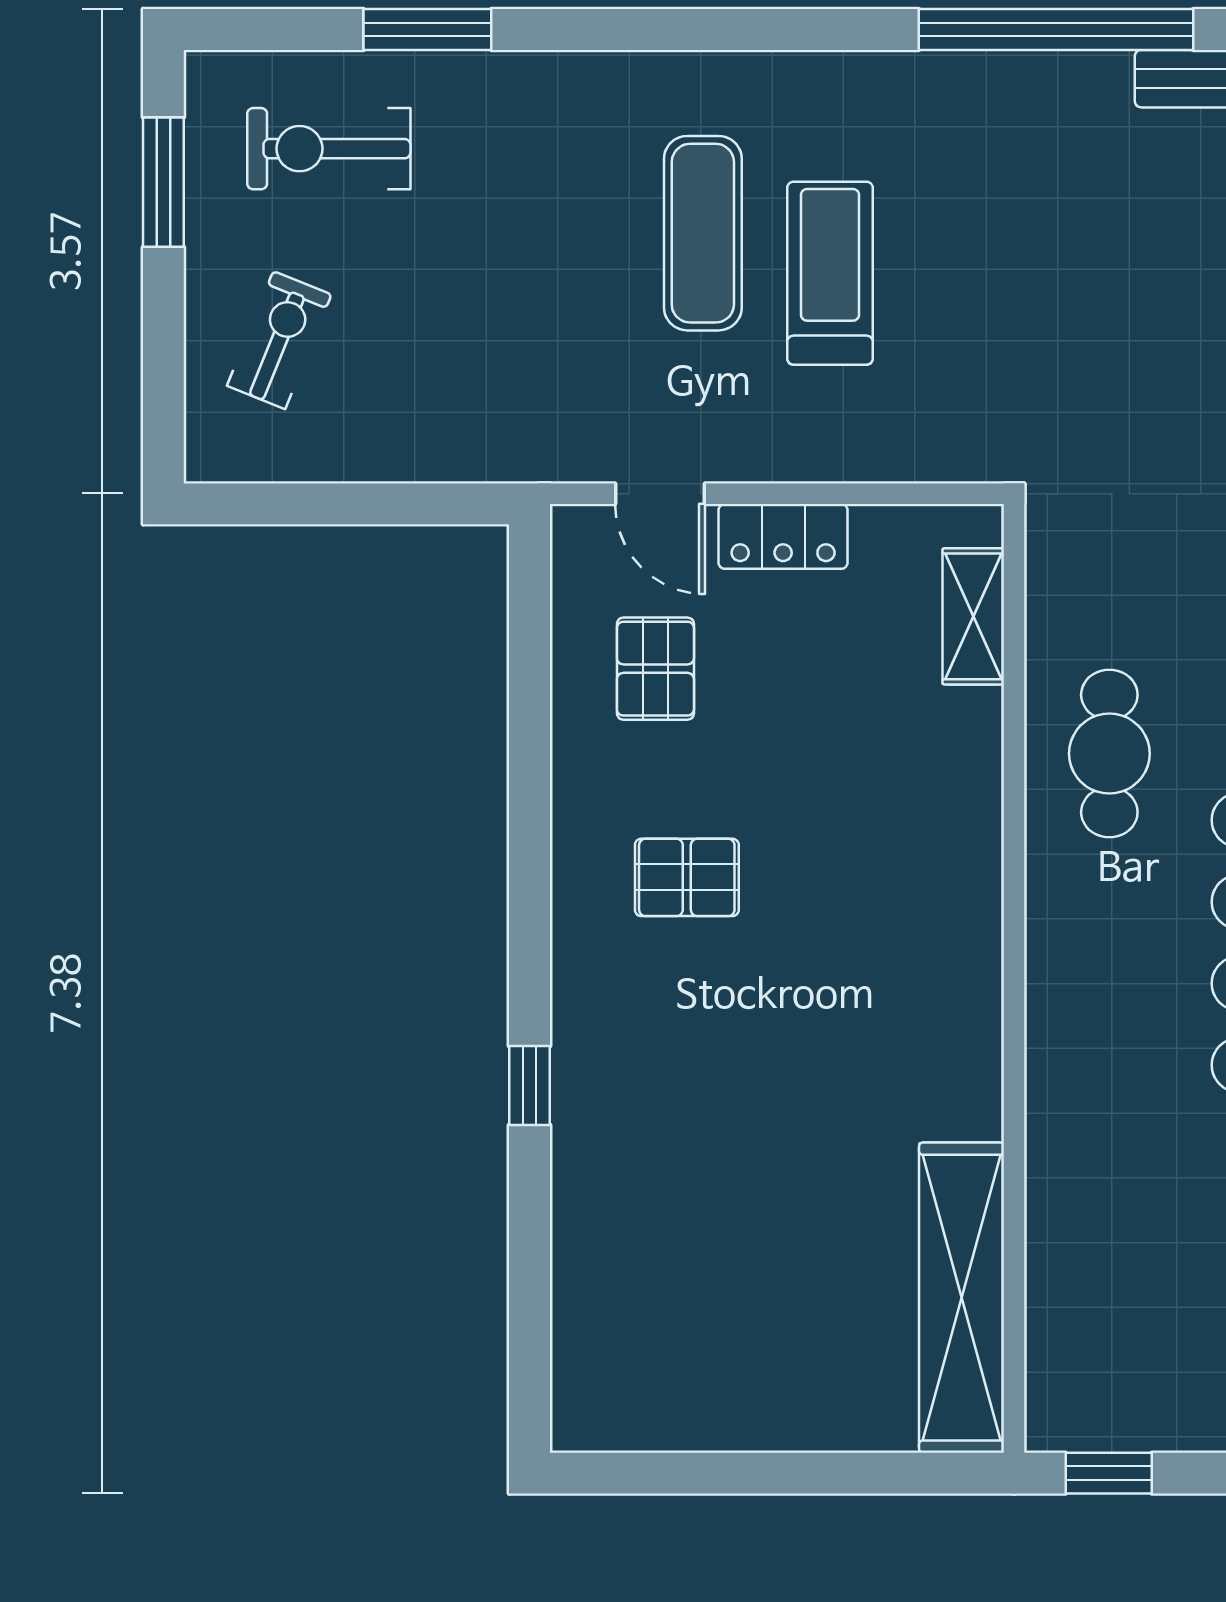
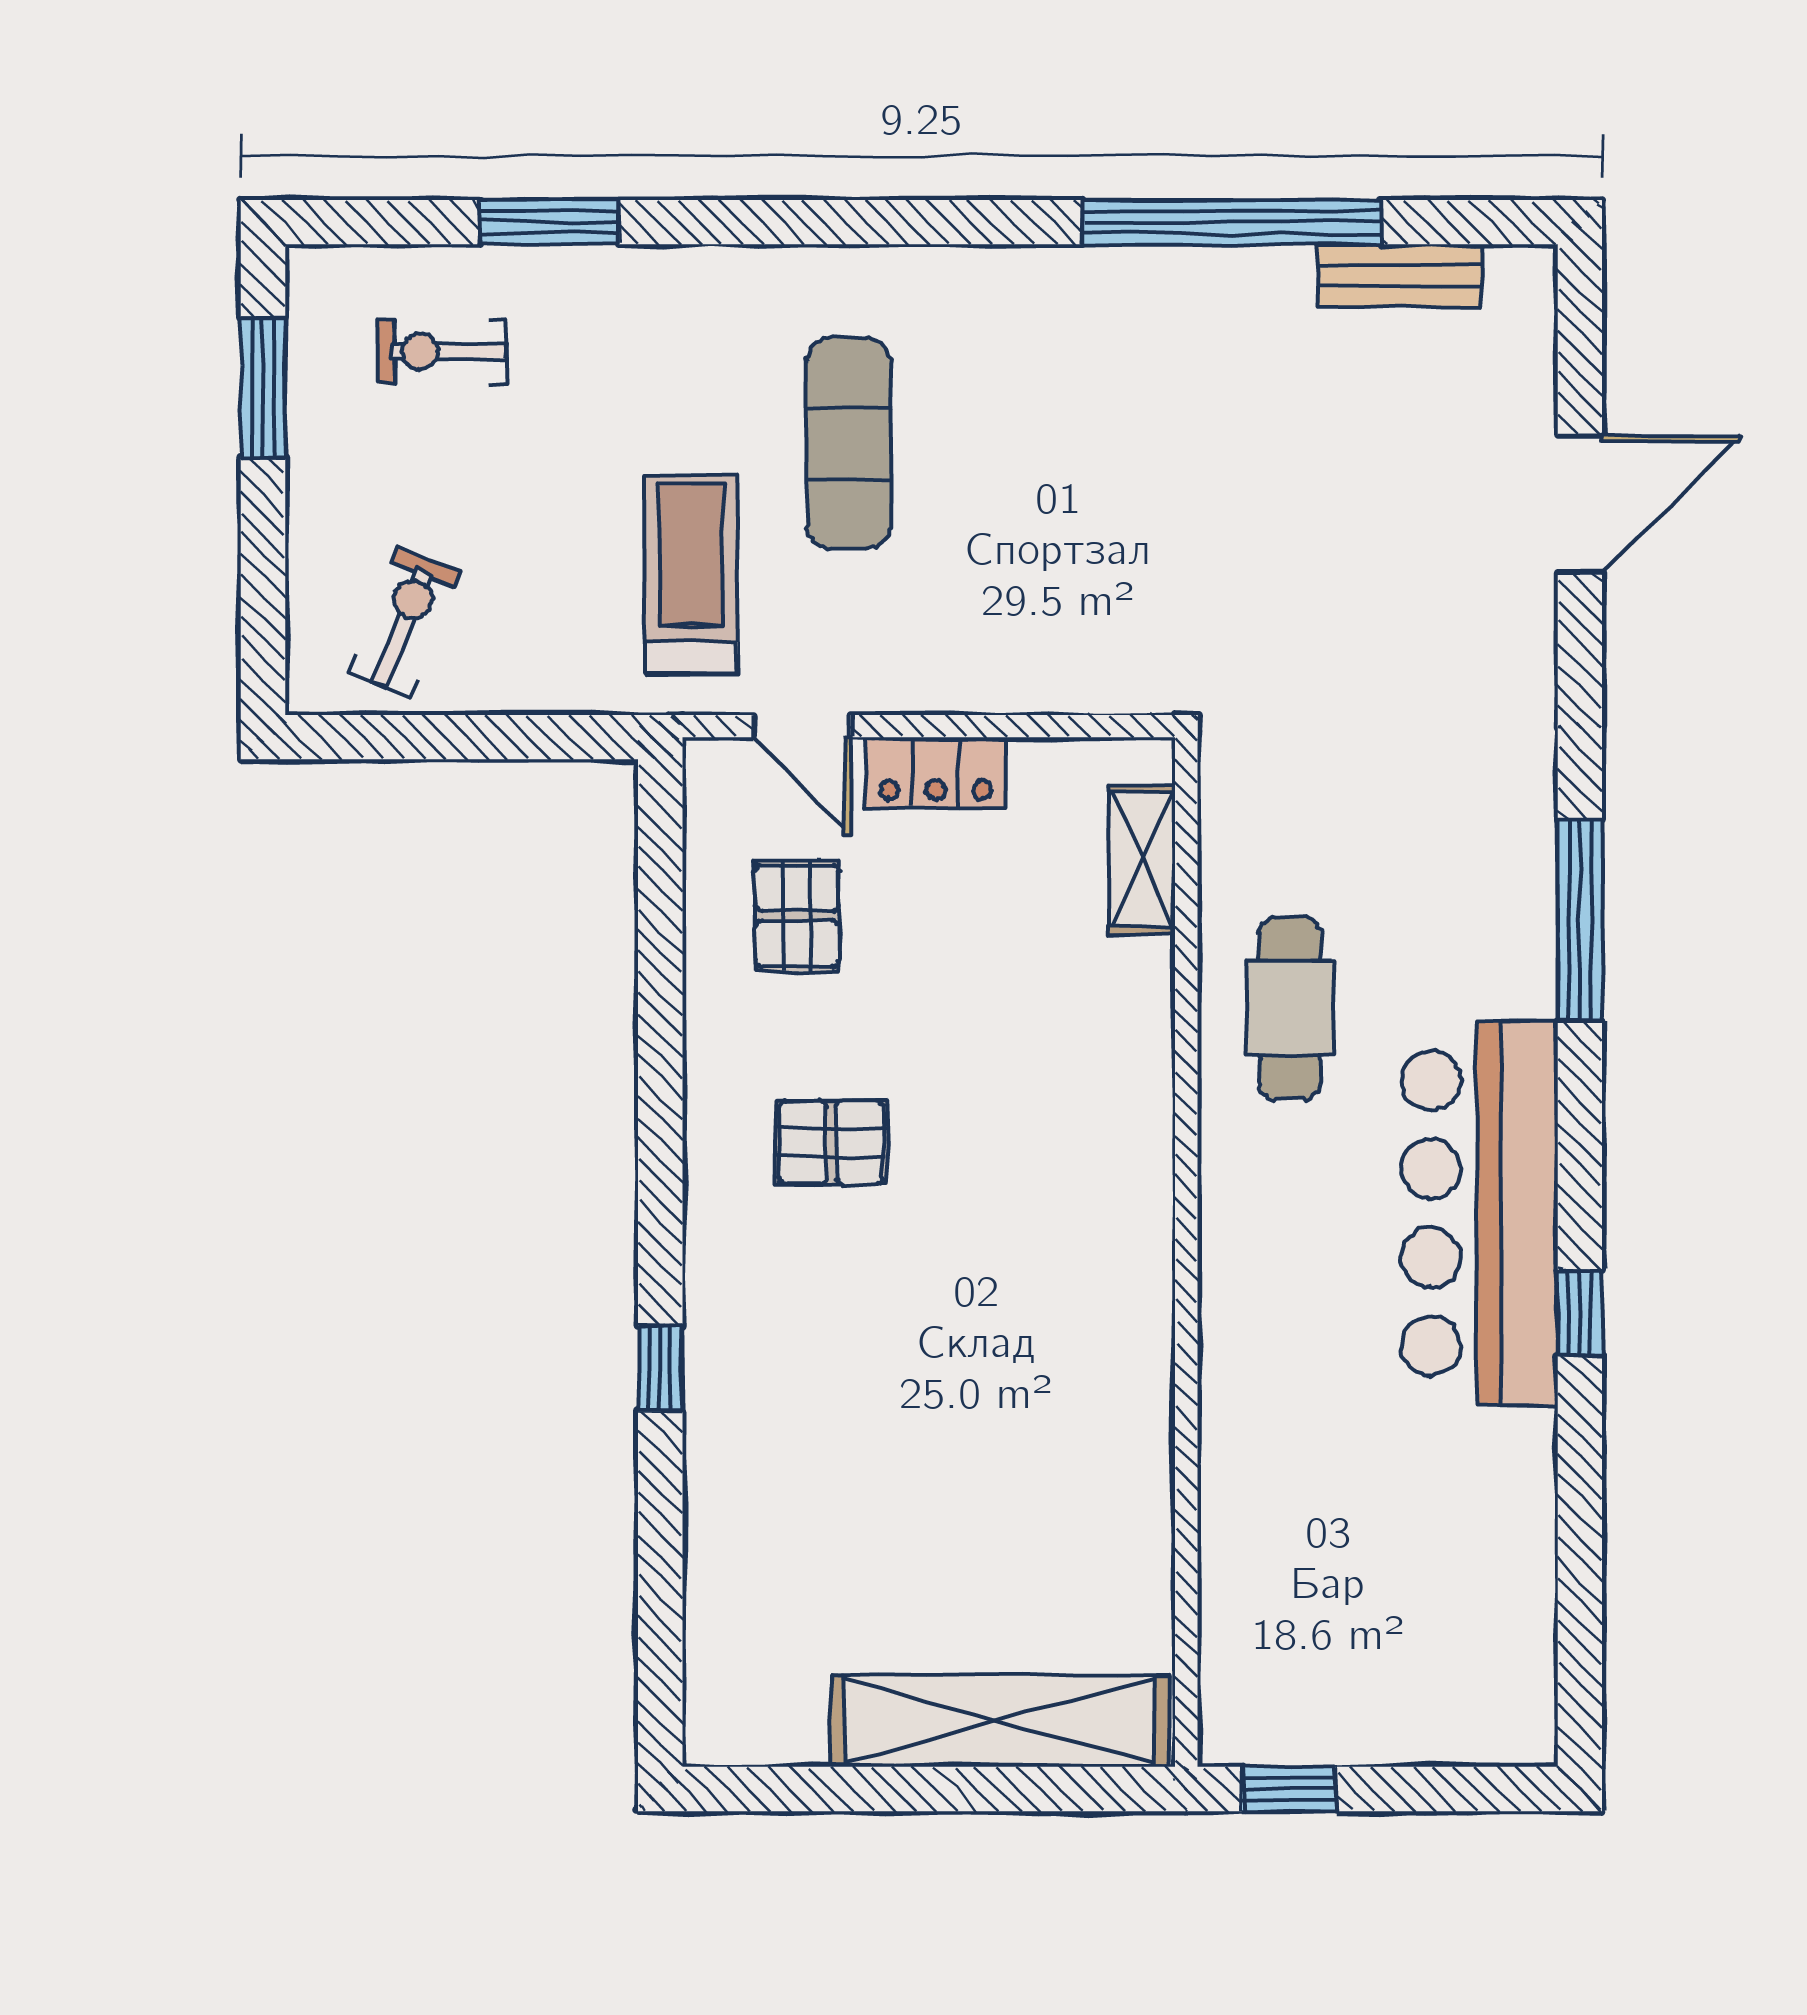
exercise bike: (329, 149) -> (443, 352), width x0.73, depth x0.72
treadmill: (830, 273) -> (691, 574), moved
exercise bike: (279, 340) -> (404, 622), moved
shelving: (962, 1298) -> (1000, 1721), moved, turned 90

